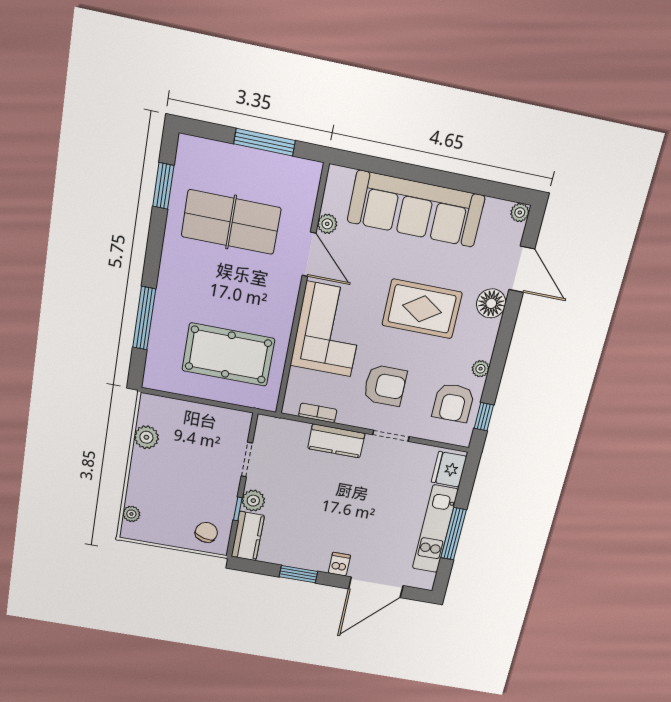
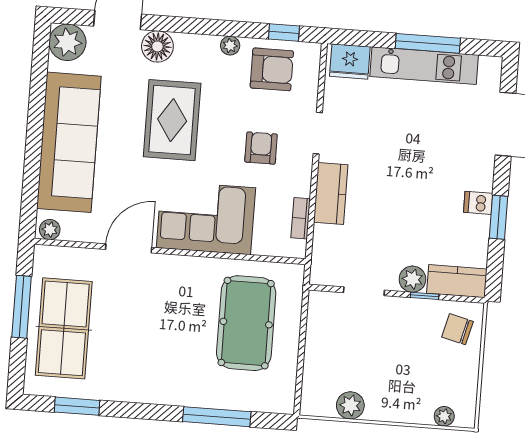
plant: (520, 213) -> (67, 42), width x1.88, depth x1.88
table tennis table: (231, 222) -> (64, 328), moved
plant: (327, 224) -> (50, 230), moved
armchair: (385, 386) -> (261, 148), width x0.72, depth x0.72
dishwasher: (339, 564) -> (478, 203), moved

